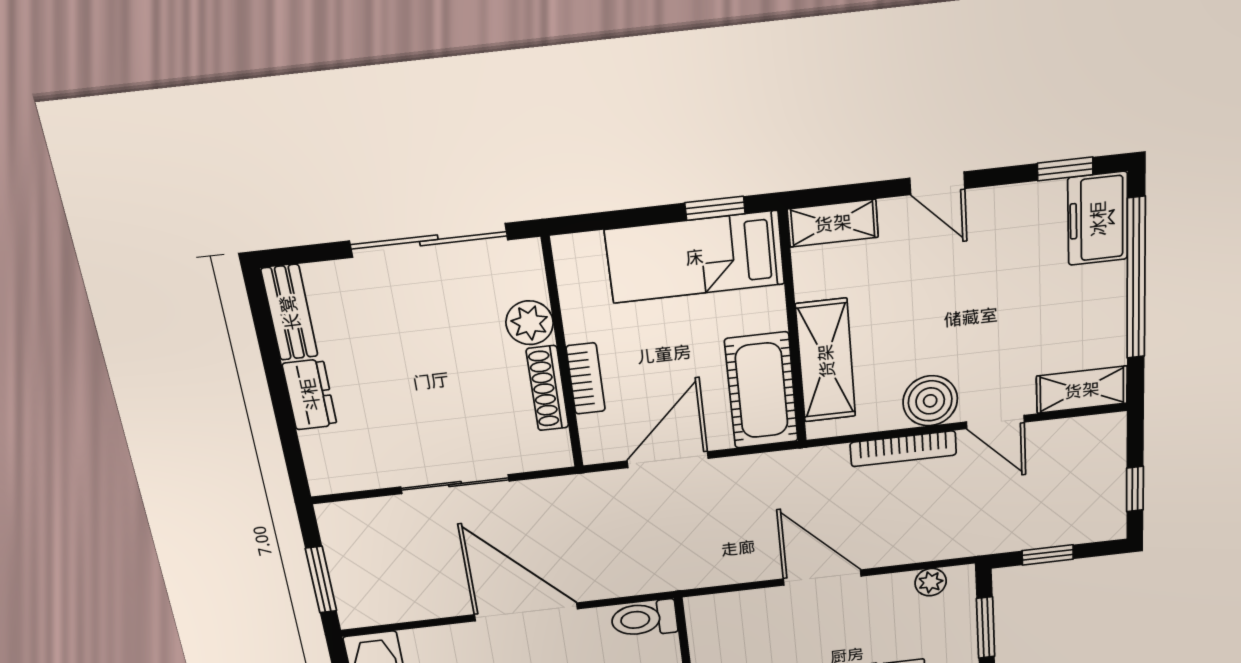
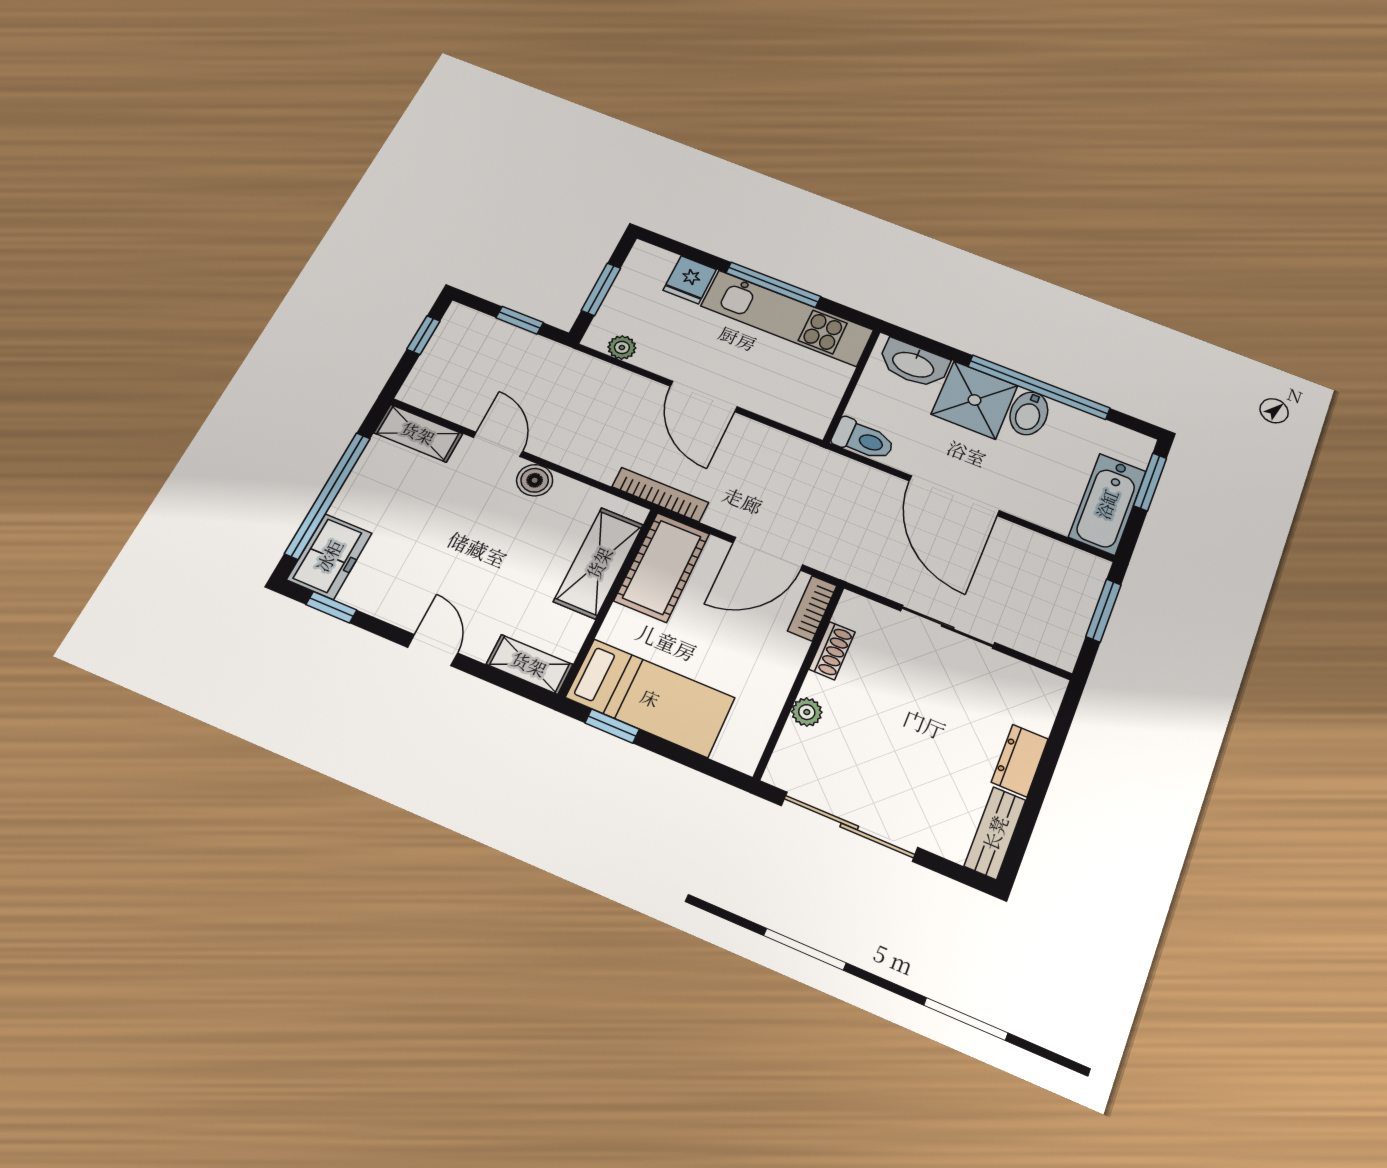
plant: (530, 323) -> (807, 712), width x0.73, depth x0.73
bookcase: (586, 379) -> (812, 608), moved
shoe rack: (547, 388) -> (832, 651), width x0.70
boiler: (930, 401) -> (535, 480), width x0.73, depth x0.73
bookcase: (903, 449) -> (660, 495), moved

